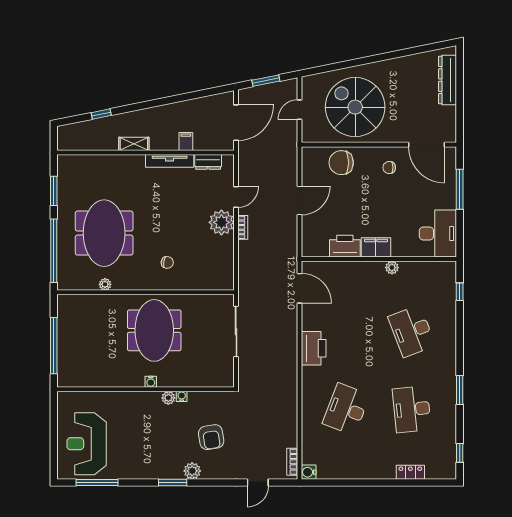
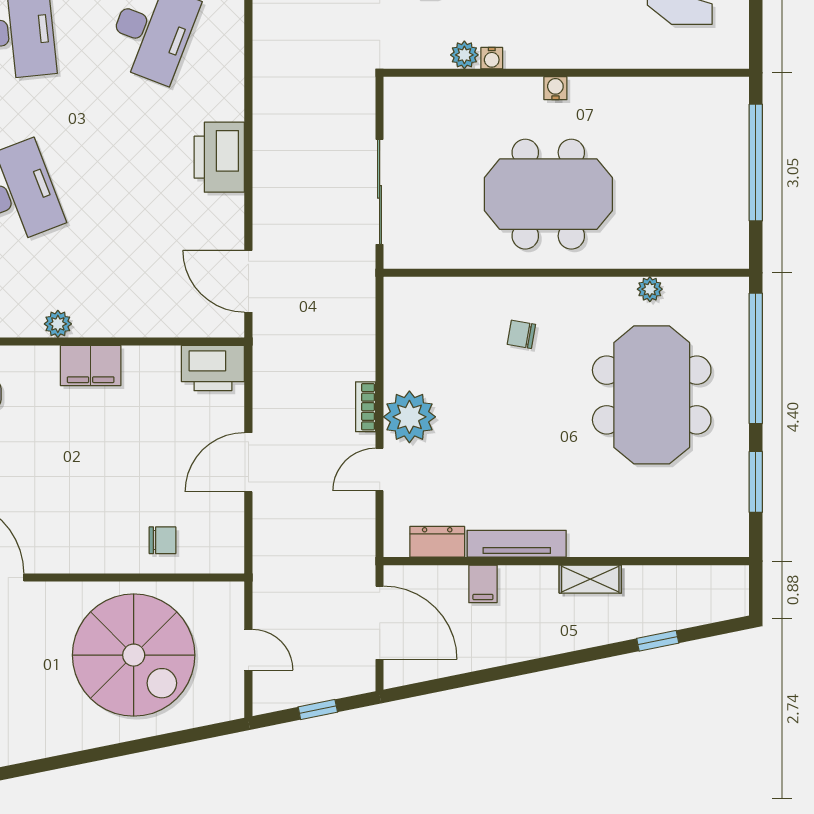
window: (266, 81) -> (318, 710), width x0.67
door: (300, 110) -> (248, 650), hinge flipped
door: (236, 123) -> (380, 623), swing flipped
chair: (341, 163) -> (163, 540), width x0.54, depth x0.54
chair: (389, 168) -> (63, 530), removed
printer: (345, 246) -> (213, 368), moved
meeting table: (154, 330) -> (548, 194), turned 90
plant: (168, 398) -> (464, 55), moved

